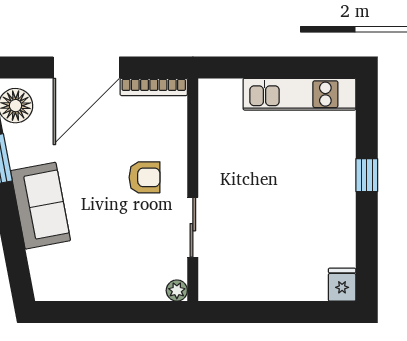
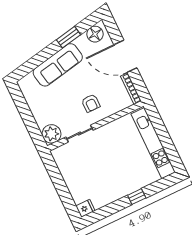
kitchen unit: (299, 94) -> (153, 143), width x1.36
sofa: (41, 206) -> (58, 65), width x1.36
plant: (177, 290) -> (52, 134), width x1.88, depth x1.88

